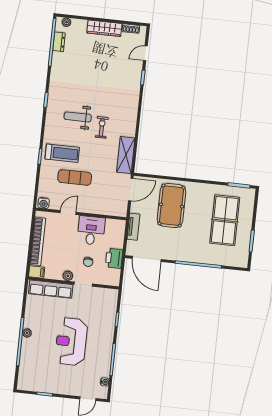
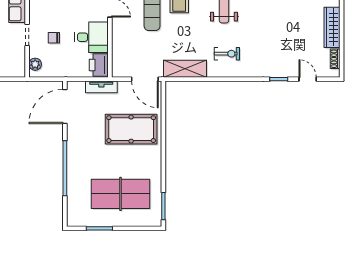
exercise bike: (102, 127) -> (227, 54), moved
printer: (114, 258) -> (99, 65), moved, turned -90
plant: (68, 276) -> (35, 64), moved

